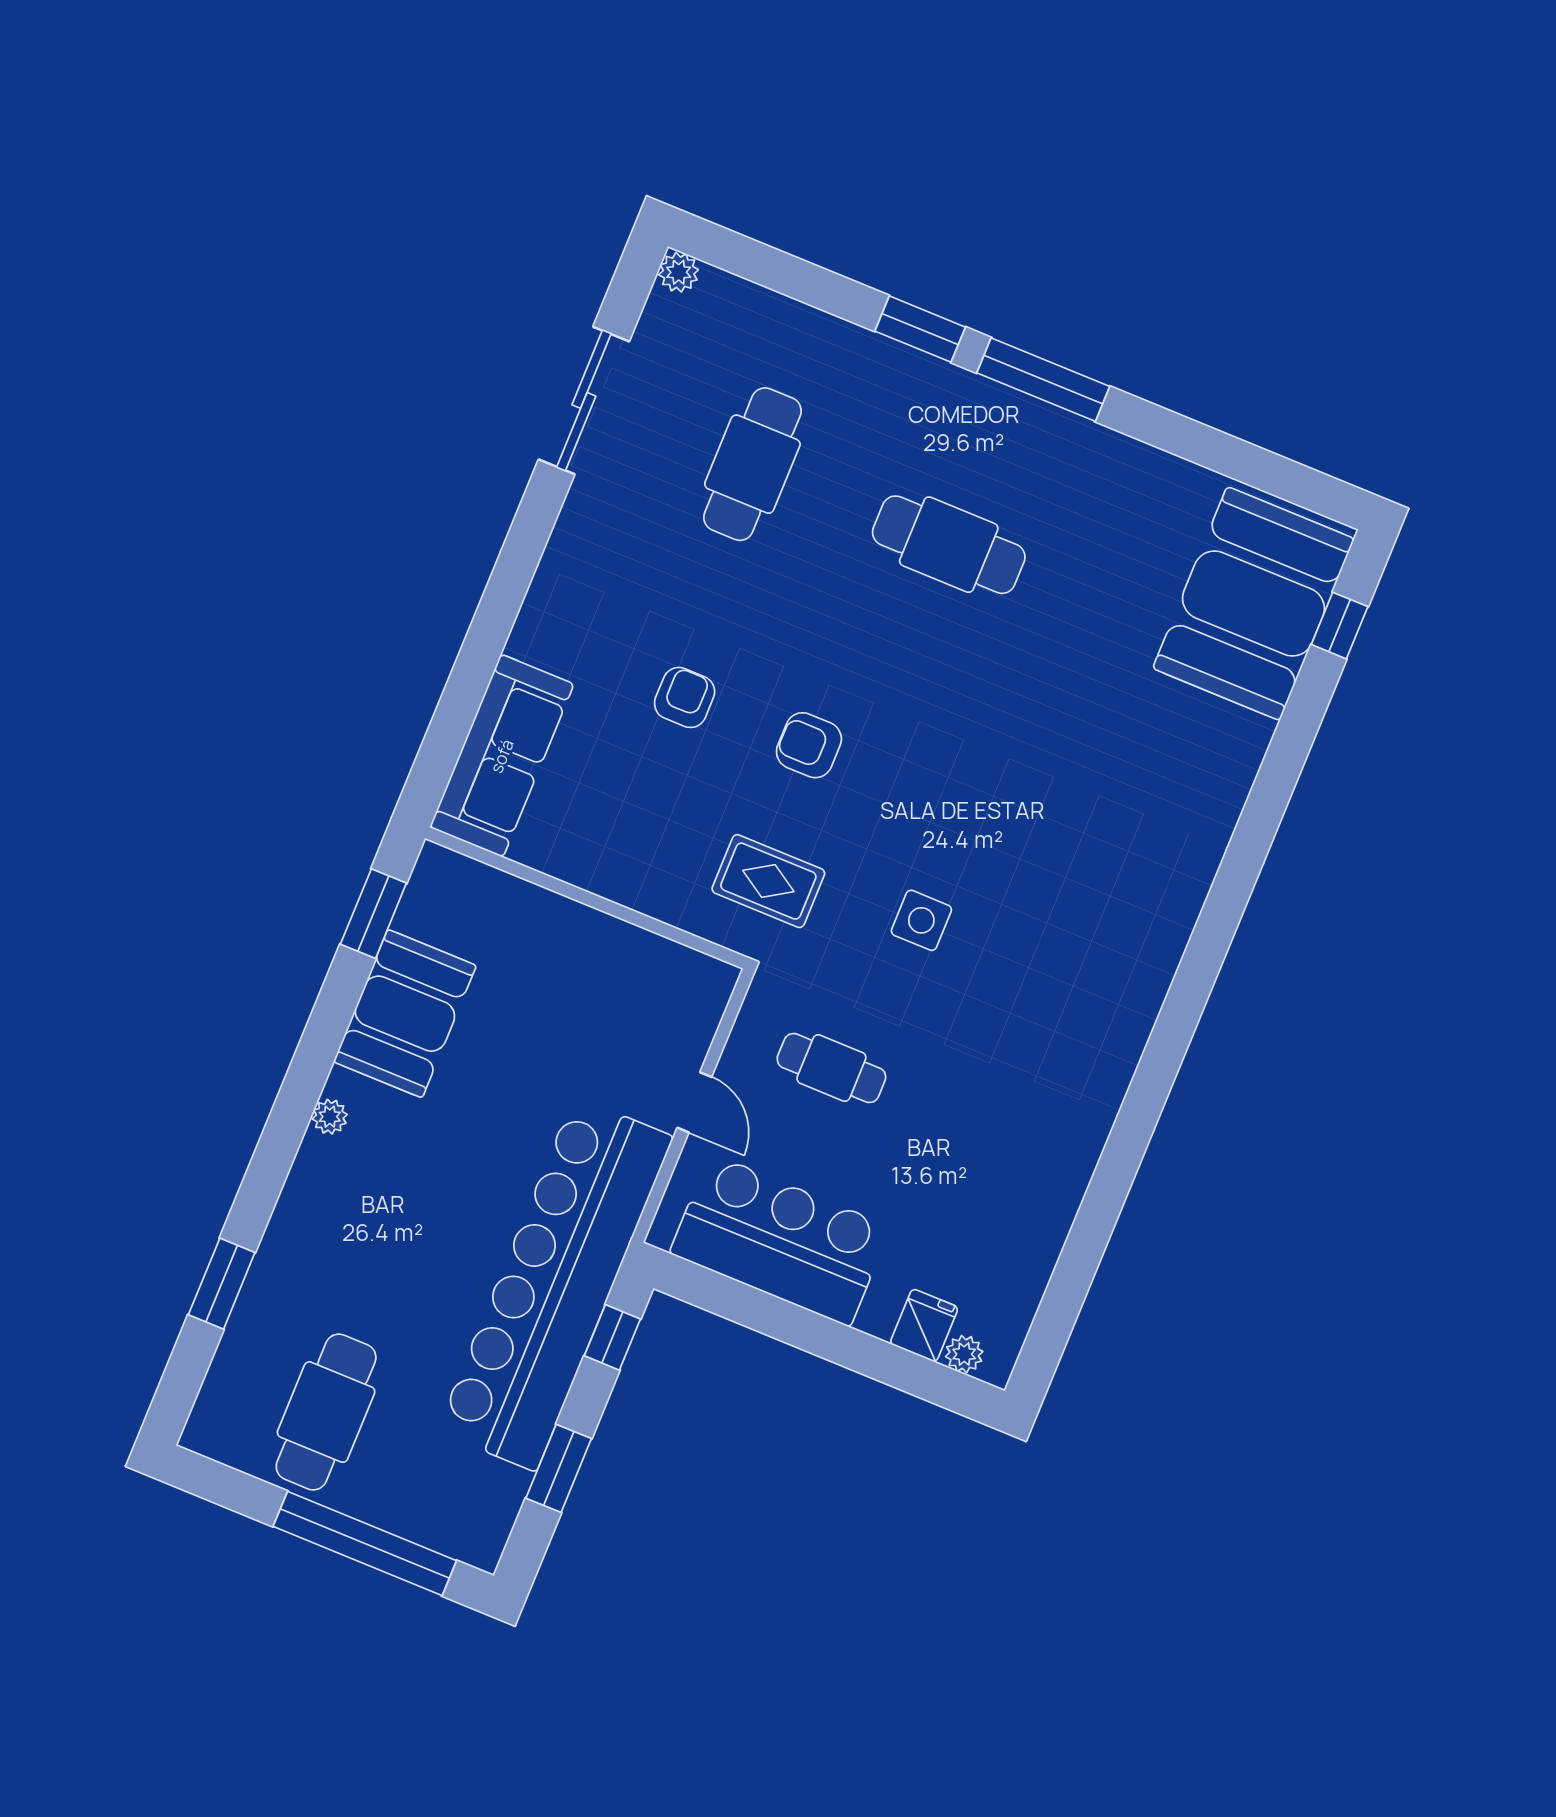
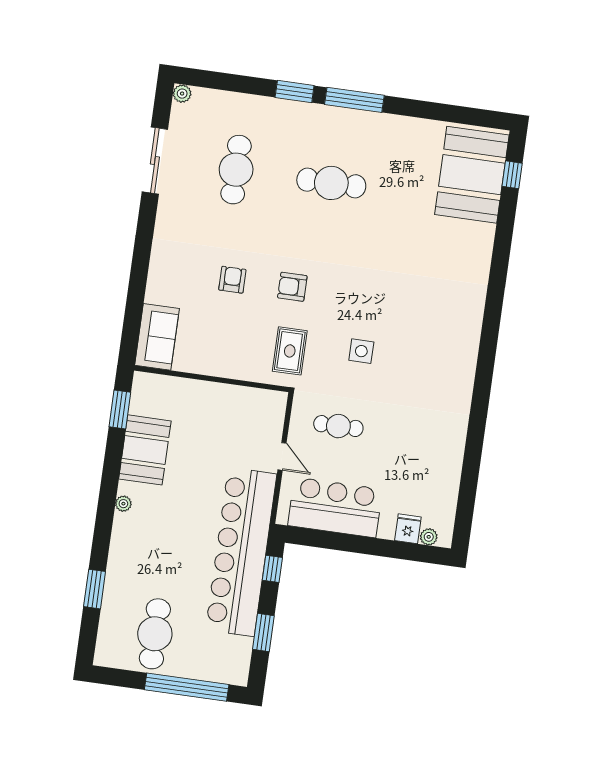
sofa: (502, 756) -> (157, 337), width x0.73
rug: (768, 881) -> (290, 351), turned 90

